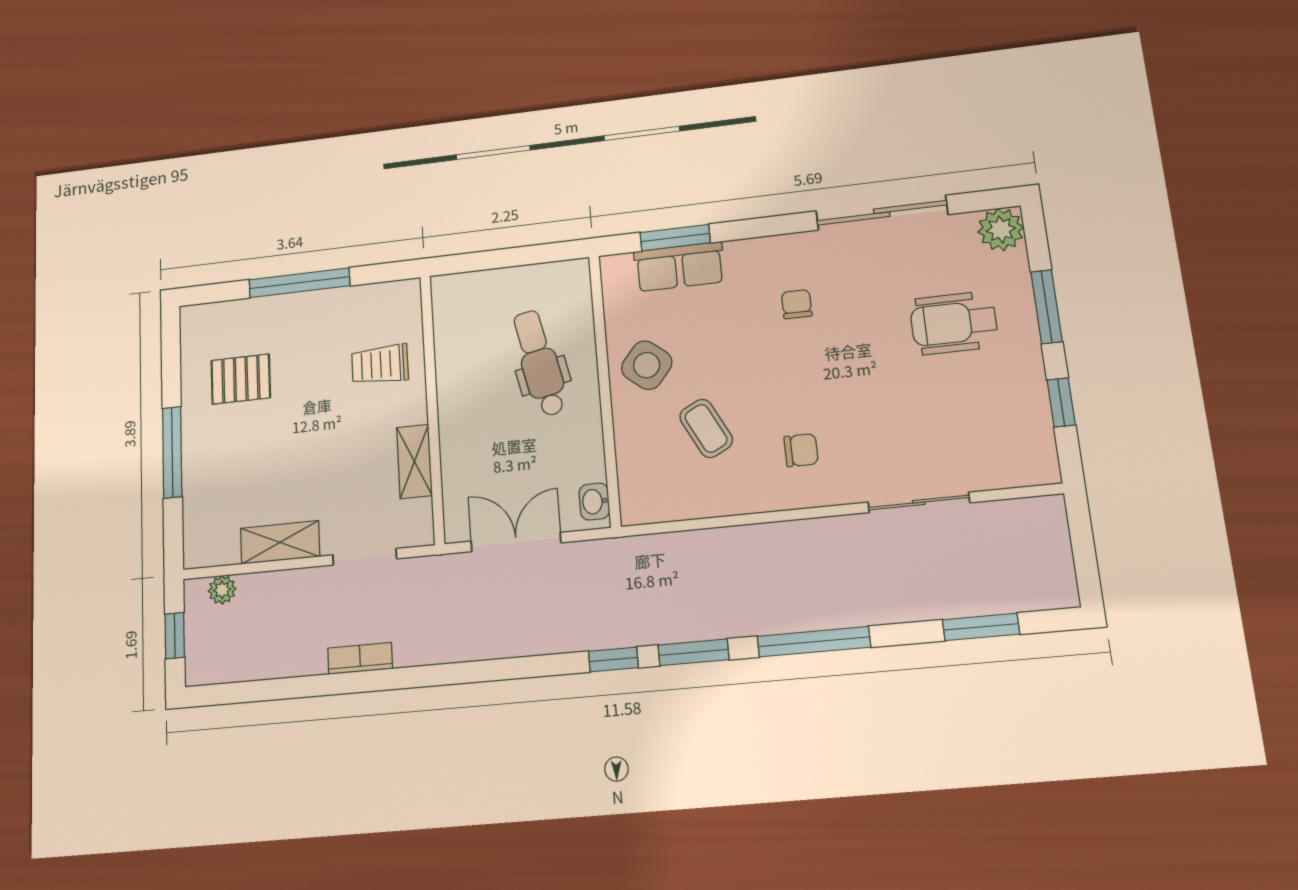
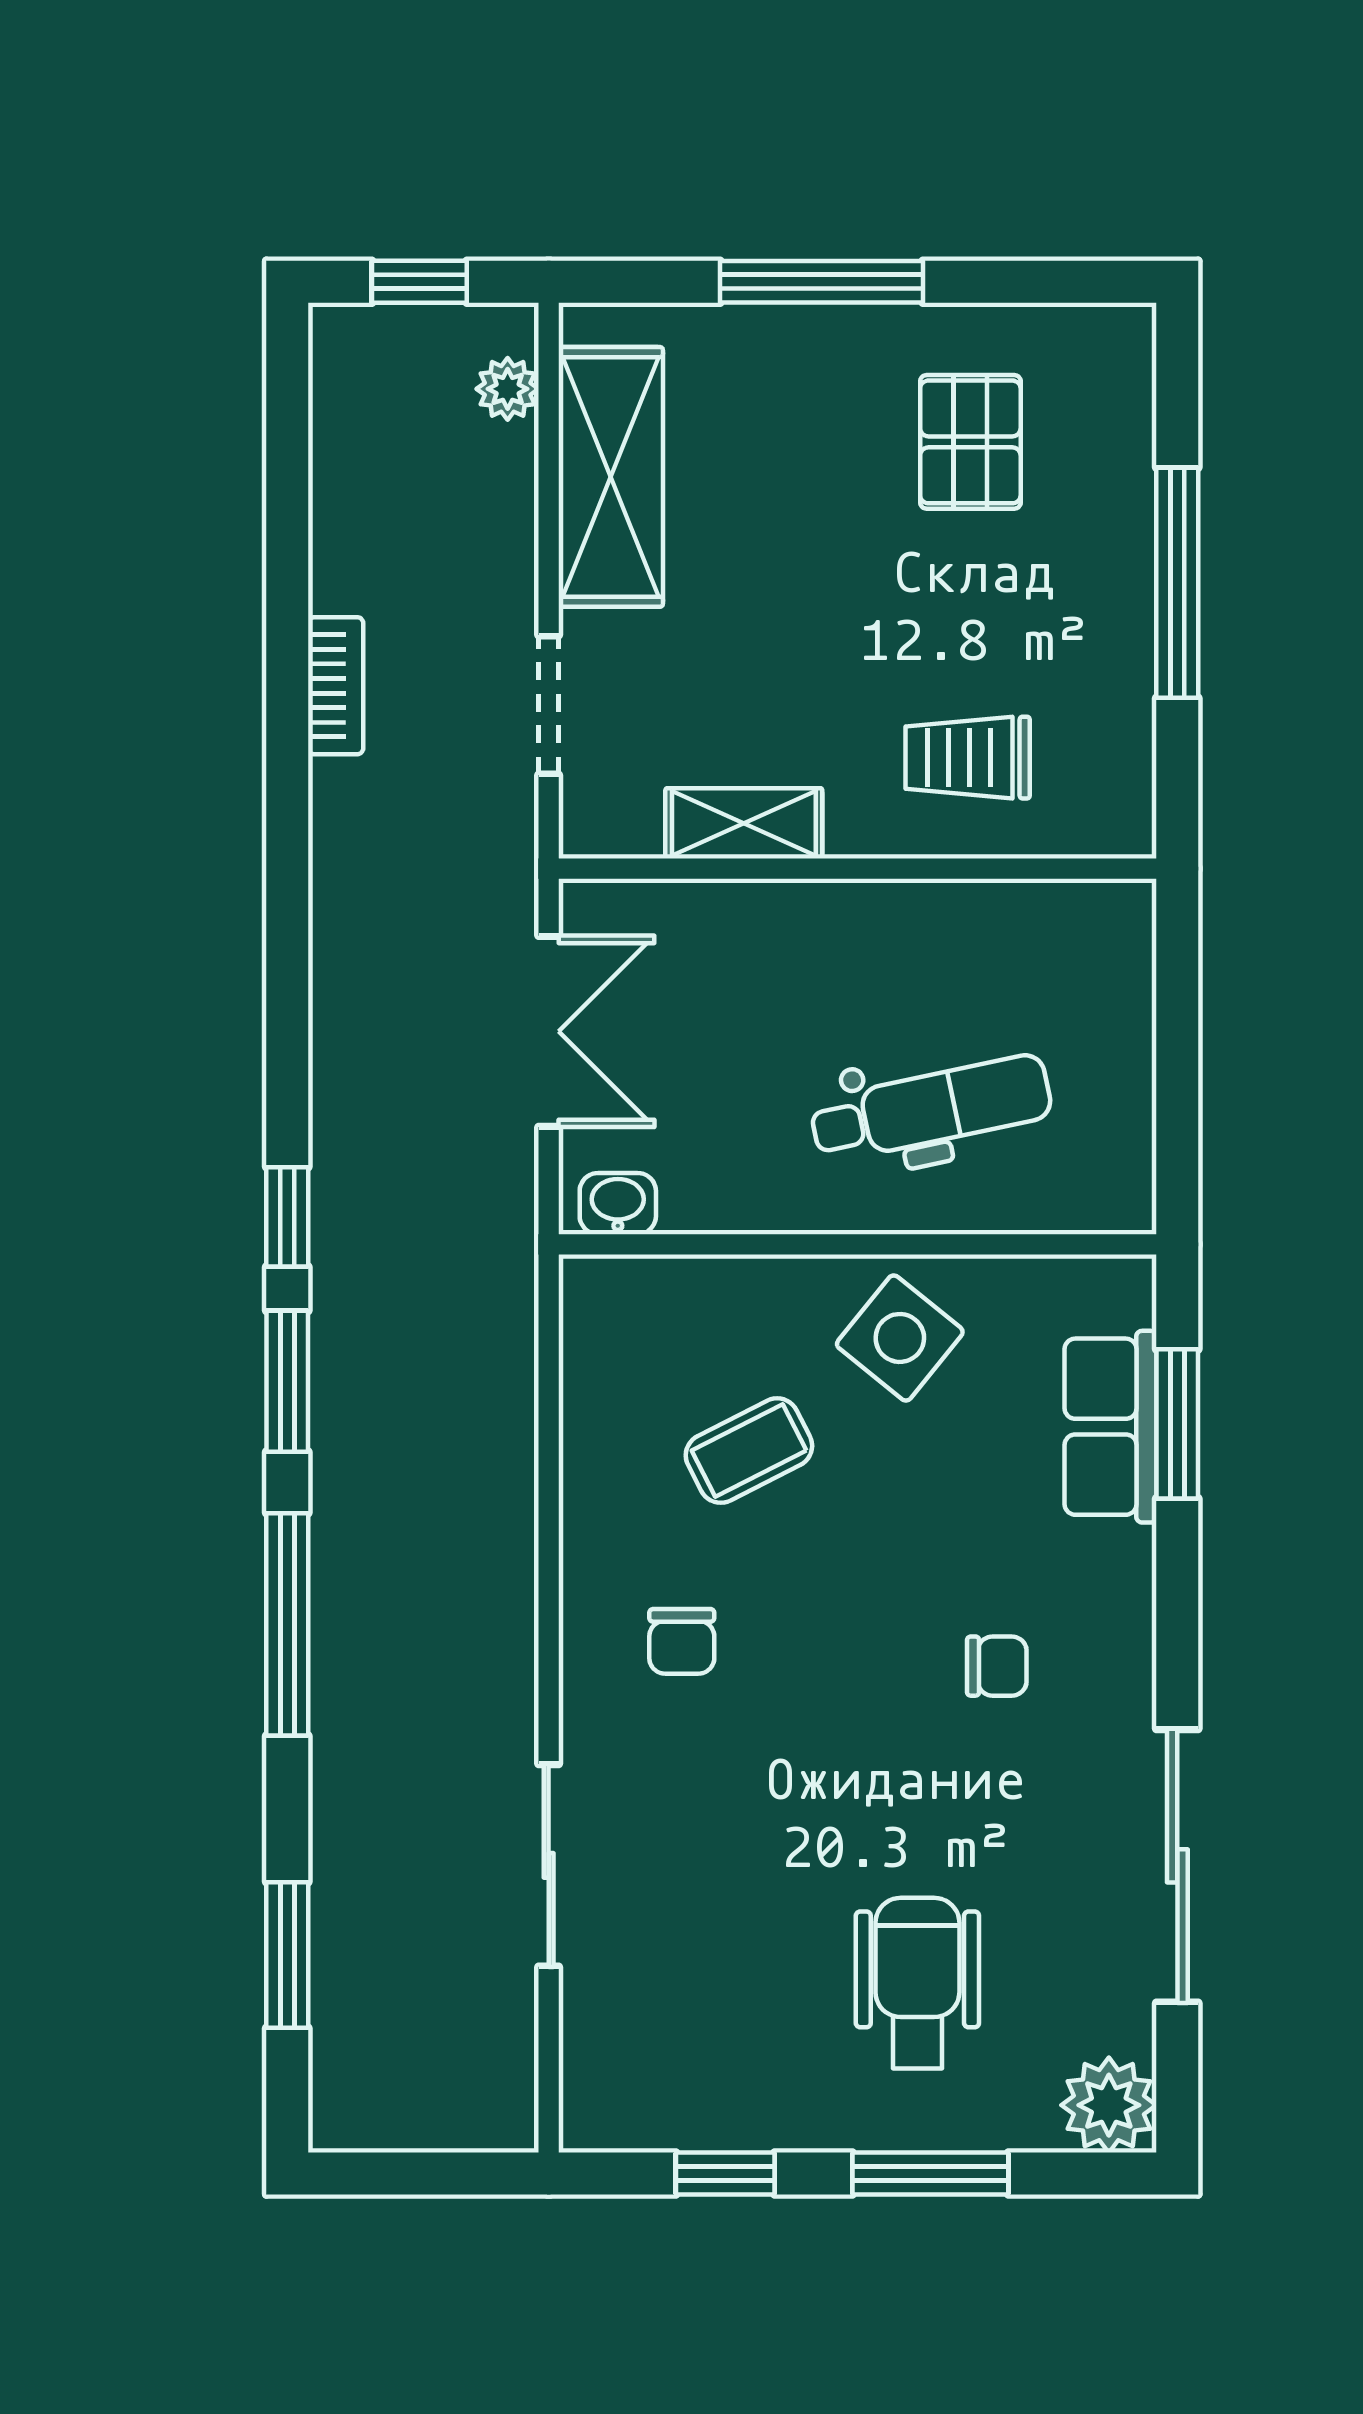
trolley: (380, 365) -> (968, 758), turned -90
shelving: (280, 542) -> (611, 477), width x1.50, depth x1.33

